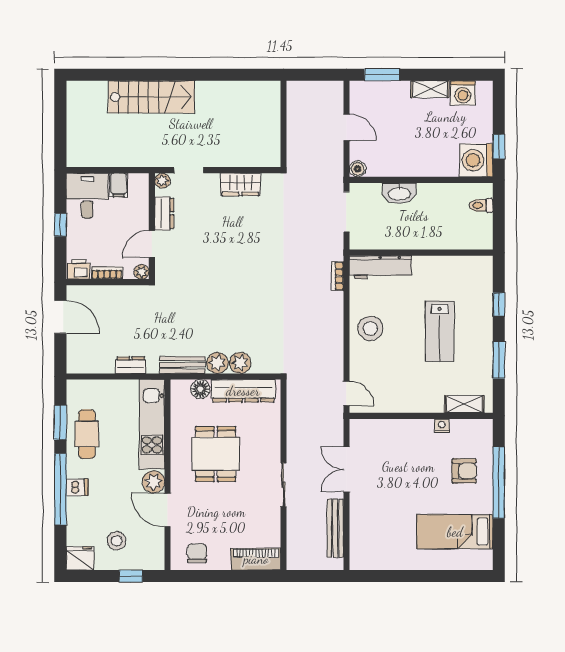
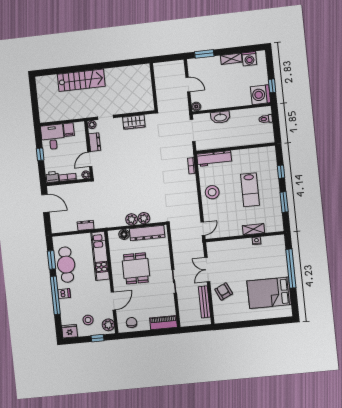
bench: (182, 365) -> (113, 222), removed
door: (346, 393) -> (203, 229), hinge flipped
shelving: (464, 404) -> (254, 229), moved
cafe table: (87, 434) -> (66, 265), width x1.37, depth x1.35
armchair: (464, 471) -> (224, 291), moved, turned -115
plant: (153, 482) -> (108, 325), moved
door: (168, 510) -> (113, 301), swing flipped
bed: (455, 532) -> (269, 293), width x1.50

